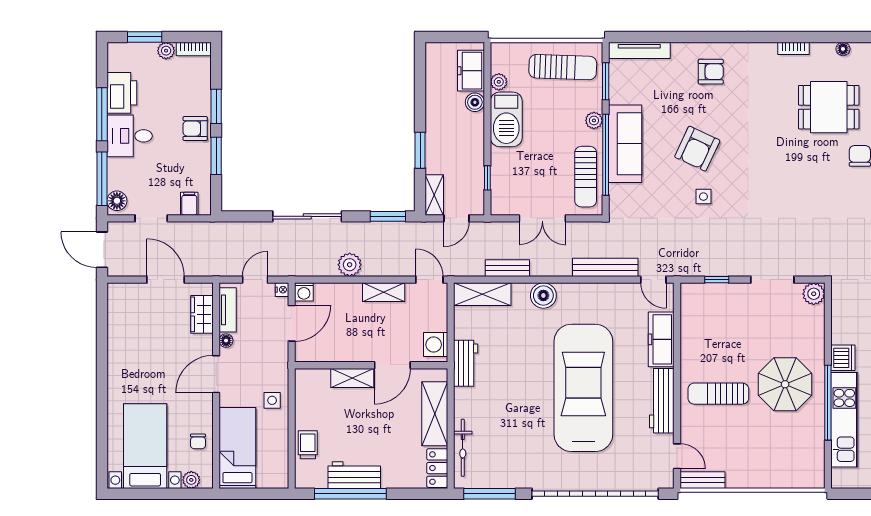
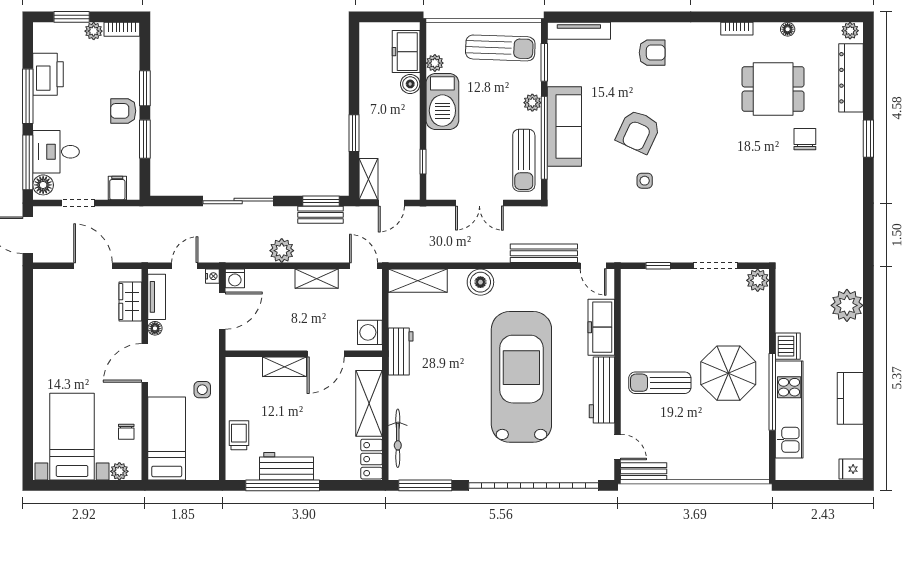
desk: (130, 136) -> (56, 152), moved
bench: (507, 268) -> (320, 215), moved

